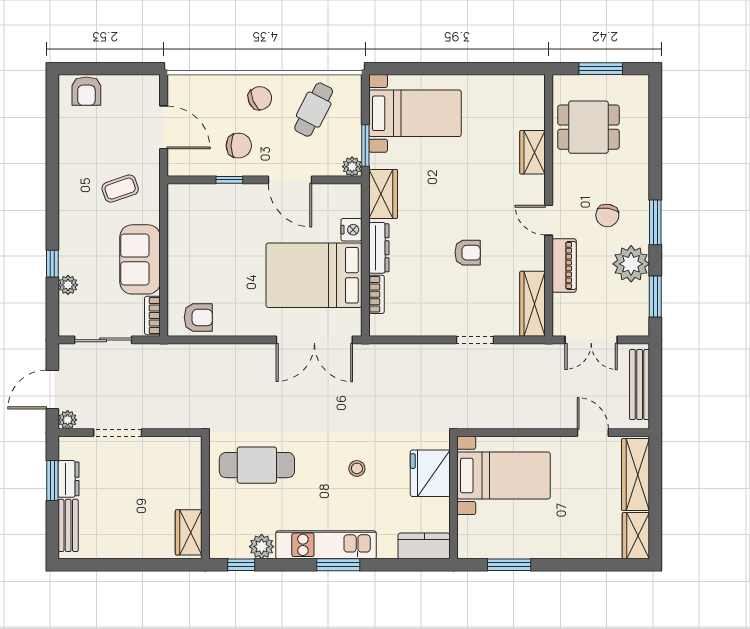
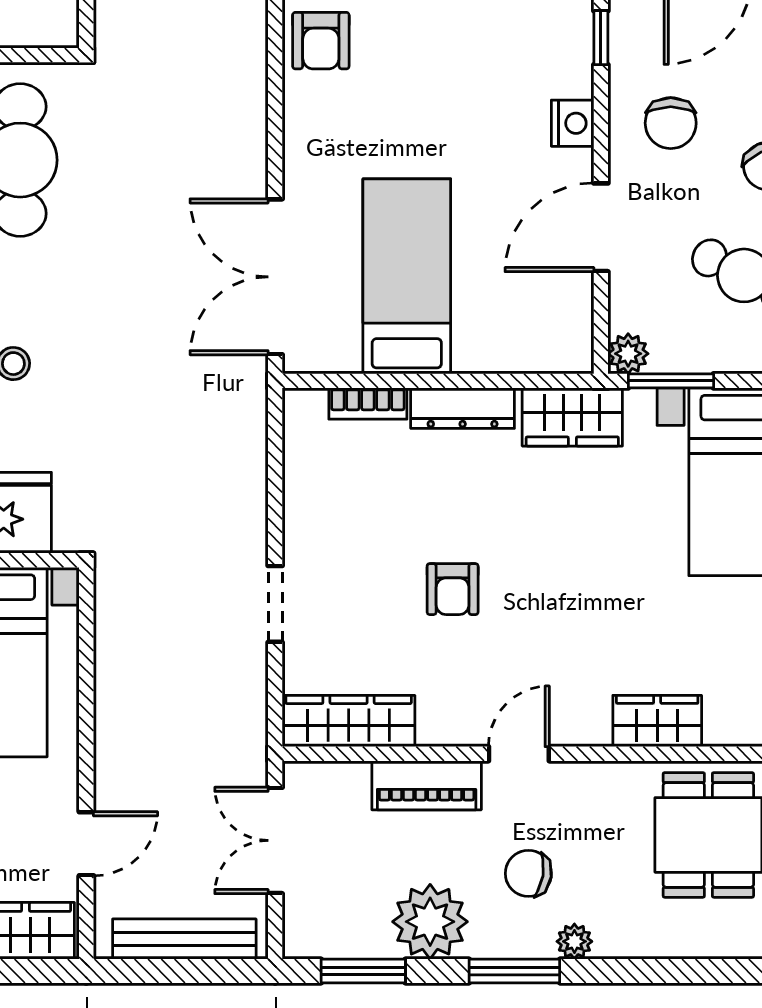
window: (229, 180) -> (601, 38), moved
plant: (641, 193) -> (574, 941), added
nightstand: (351, 230) -> (573, 123), moved, turned -90
bed: (314, 275) -> (407, 276), width x0.67

